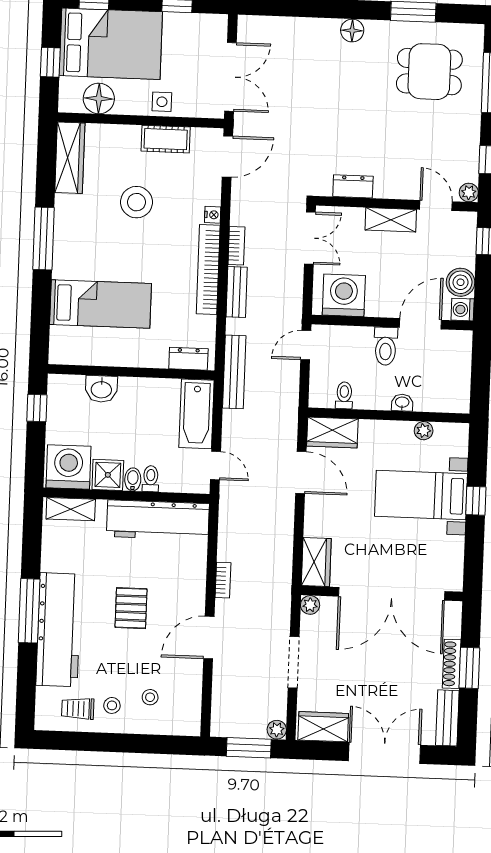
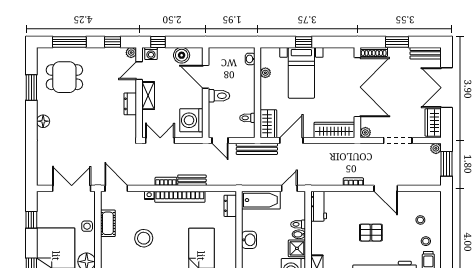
dining table: (429, 72) -> (64, 77), turned 90
dresser: (353, 186) -> (130, 104), moved
washing machine: (463, 310) -> (151, 53), moved
bench: (234, 372) -> (257, 149), moved
washbasin: (101, 389) -> (249, 240), moved
washbasin: (402, 403) -> (250, 59), moved
workbench: (158, 520) -> (319, 206), width x0.53, depth x0.76
wardrobe: (316, 562) -> (334, 130), width x1.50
shoe rack: (452, 664) -> (374, 52), moved

